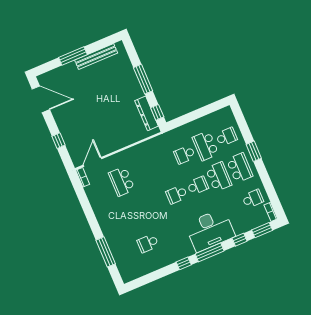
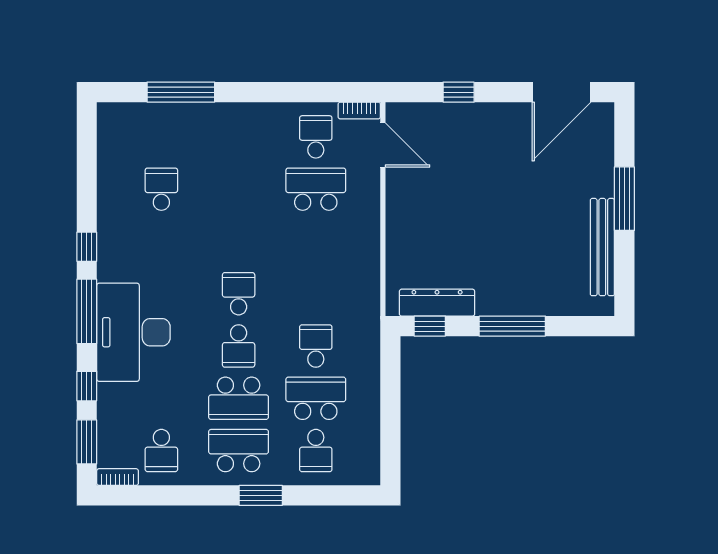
school desk: (240, 168) -> (239, 451), turned 180
school desk: (101, 190) -> (316, 137), added

